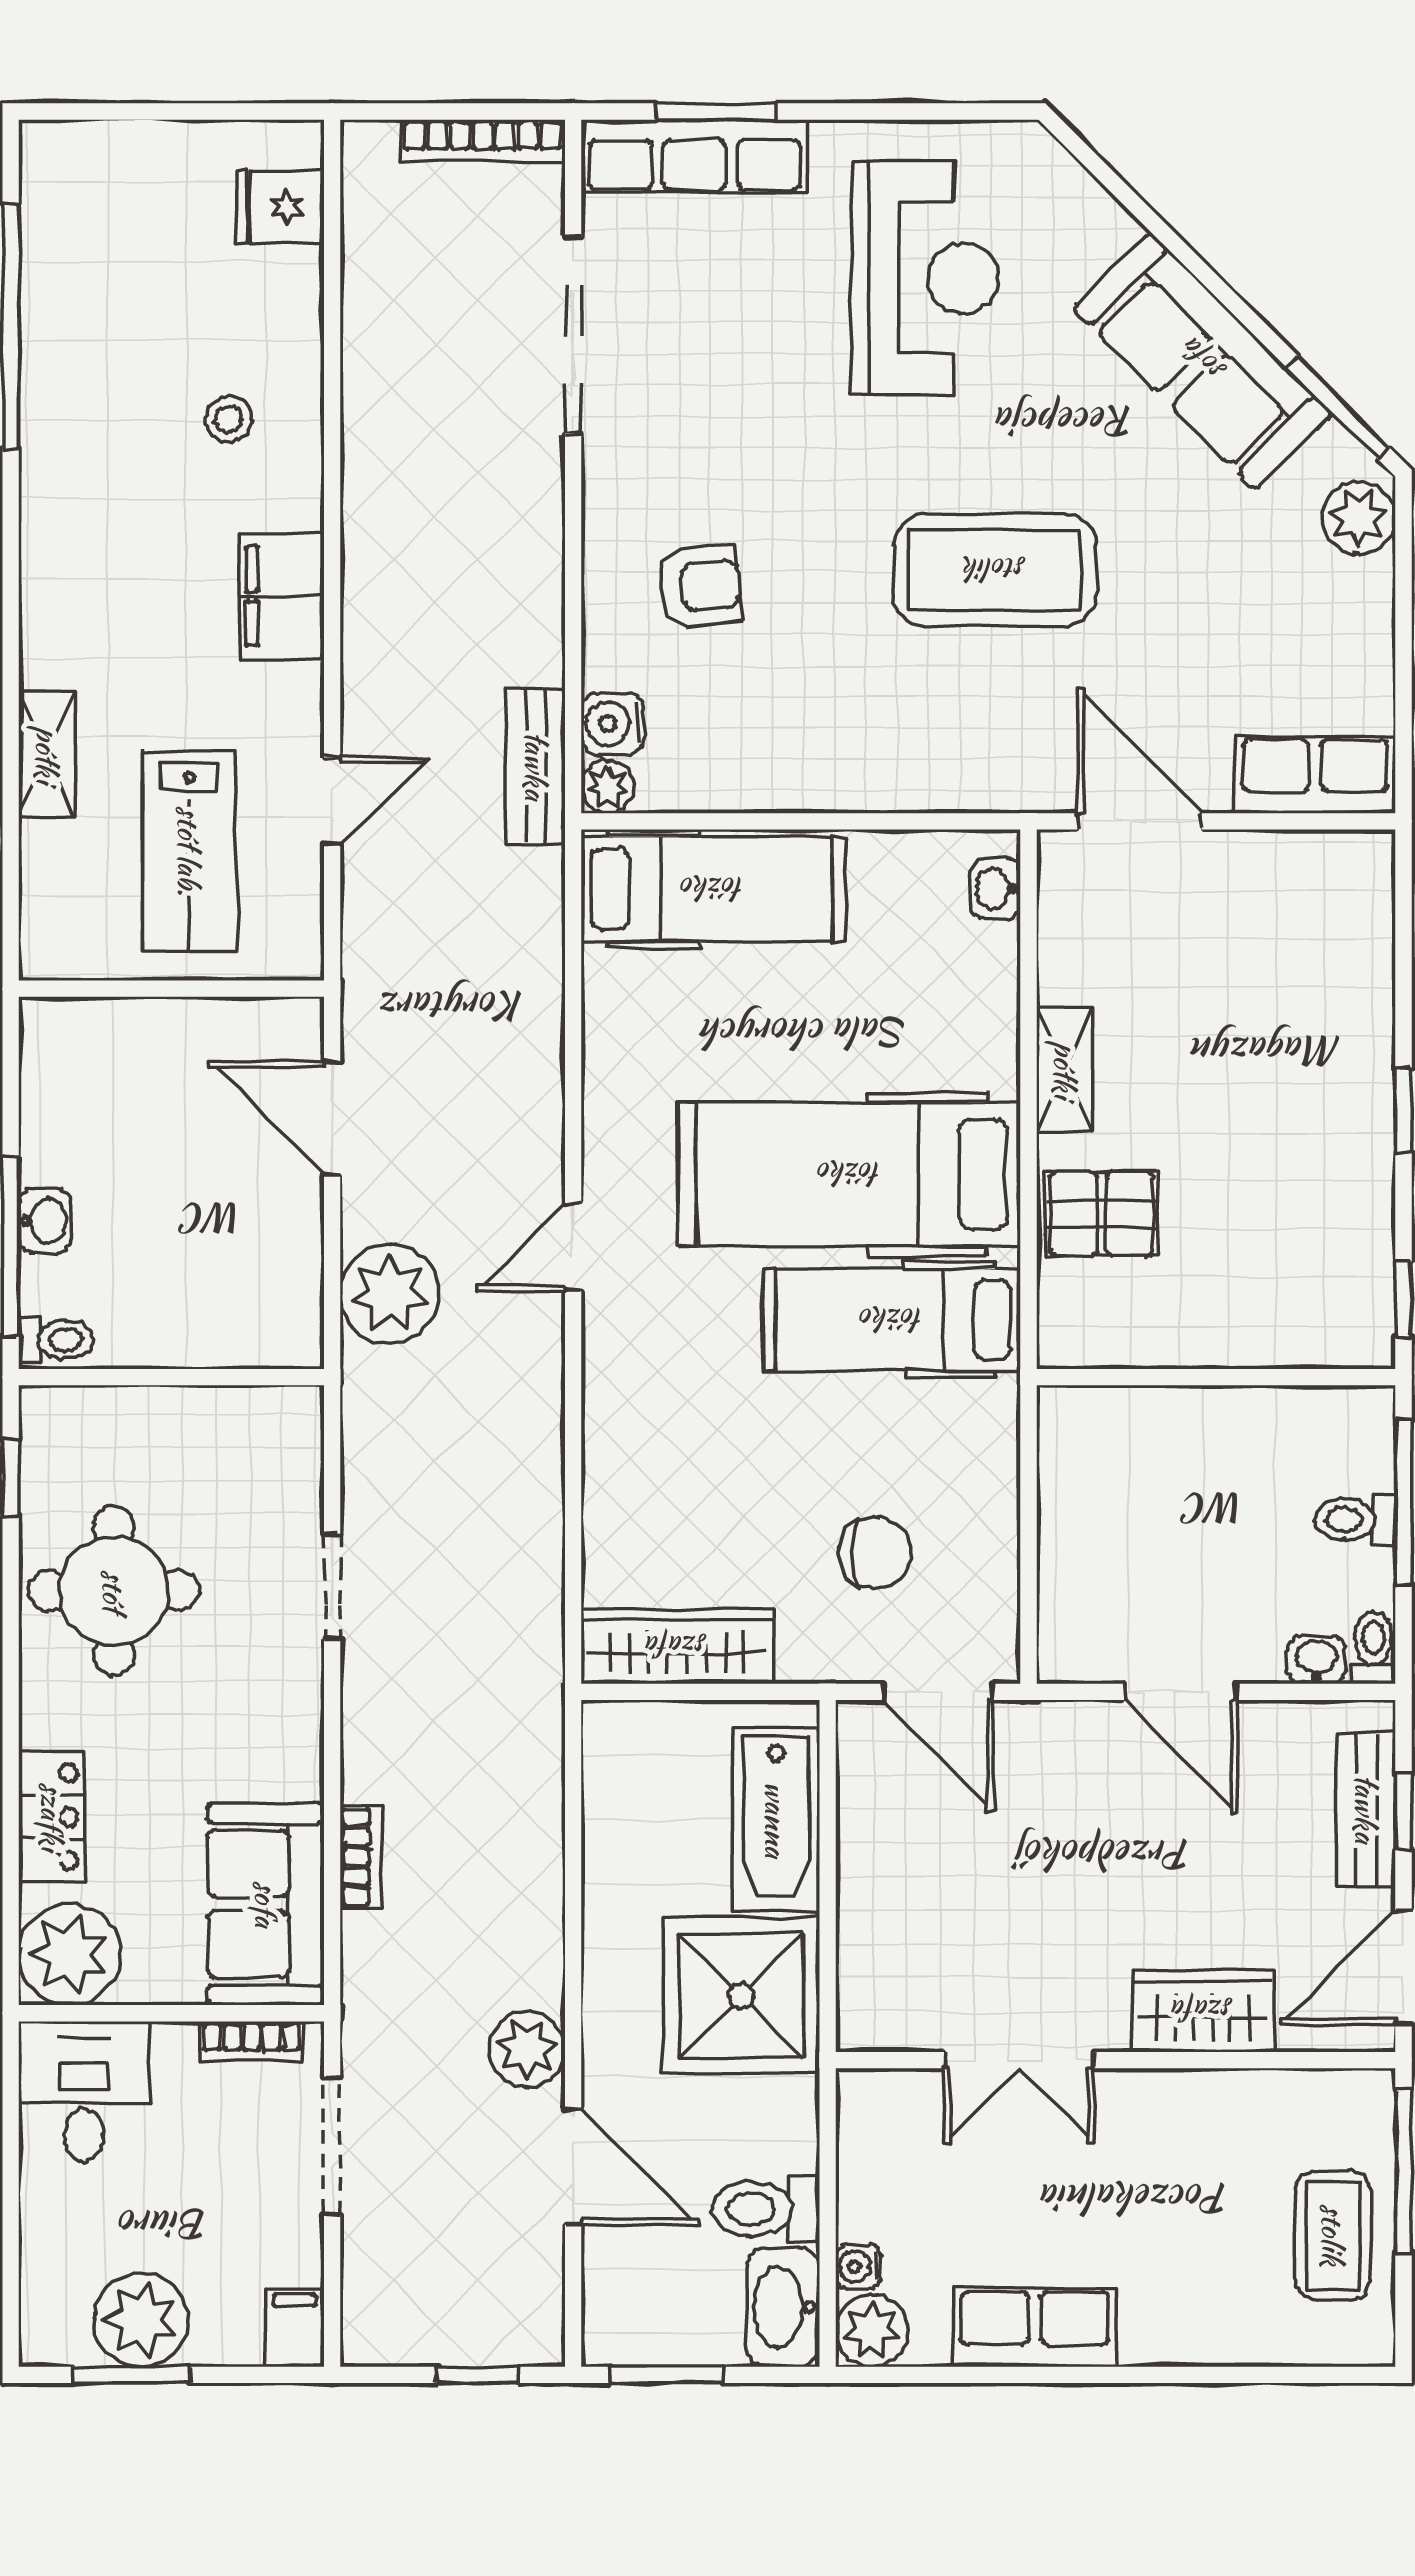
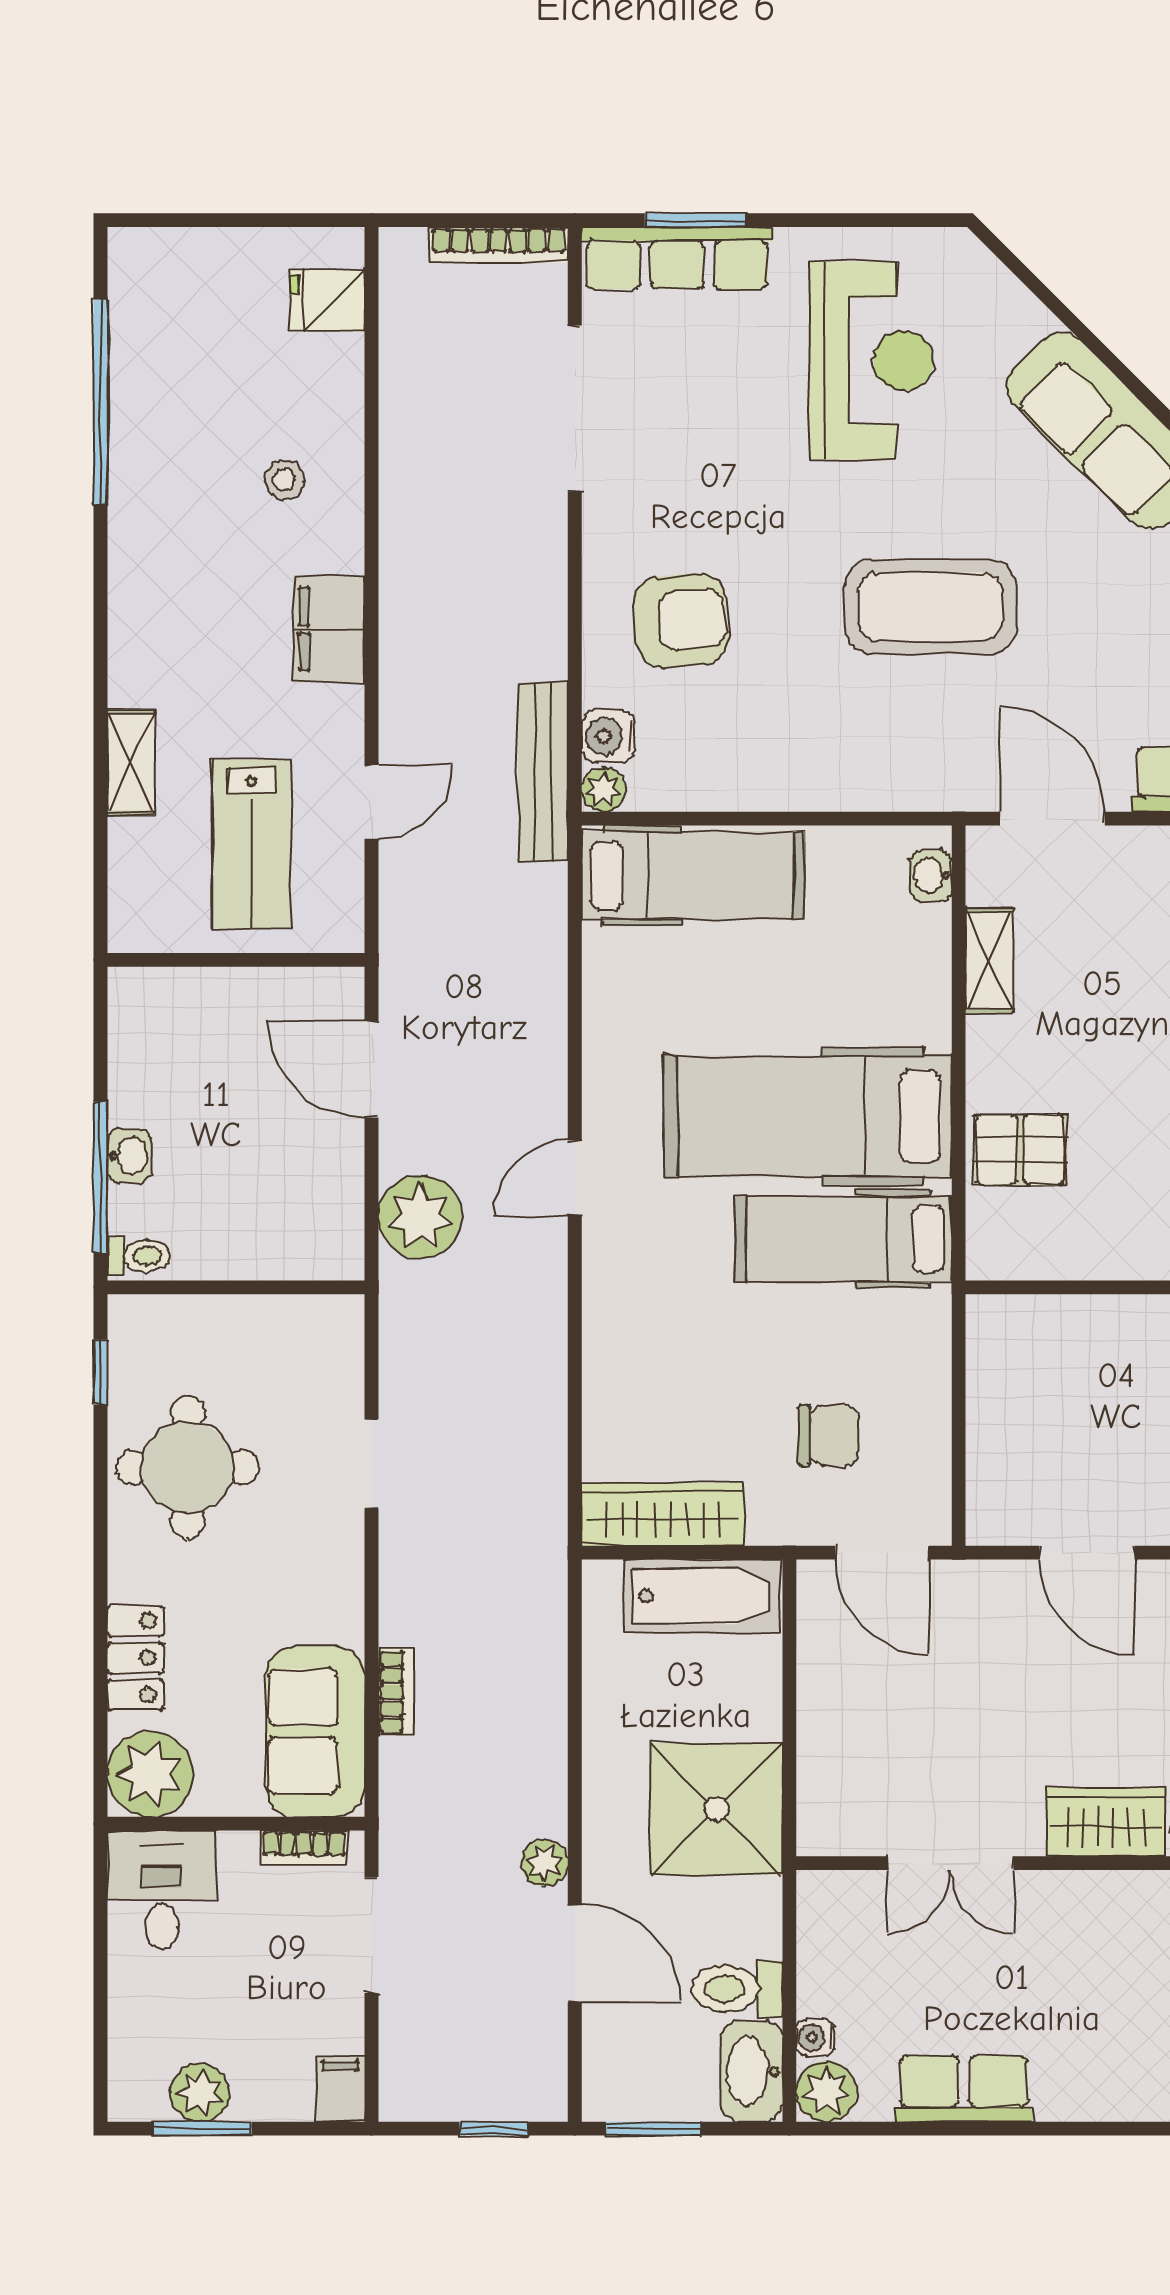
armchair: (699, 586) -> (681, 620), width x1.38, depth x1.38
bench: (536, 766) -> (543, 772), width x1.36
shelving: (1065, 1070) -> (989, 961), moved
bathtub: (776, 1820) -> (702, 1596), moved, turned -90
plant: (527, 2049) -> (545, 1863), width x0.73, depth x0.73
plant: (141, 2320) -> (200, 2093), width x0.73, depth x0.73

